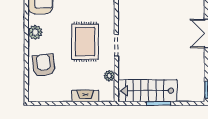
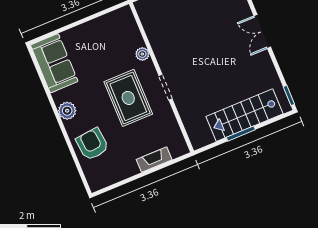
plant: (109, 76) -> (142, 54), moved
stairs: (147, 91) -> (245, 115), moved

